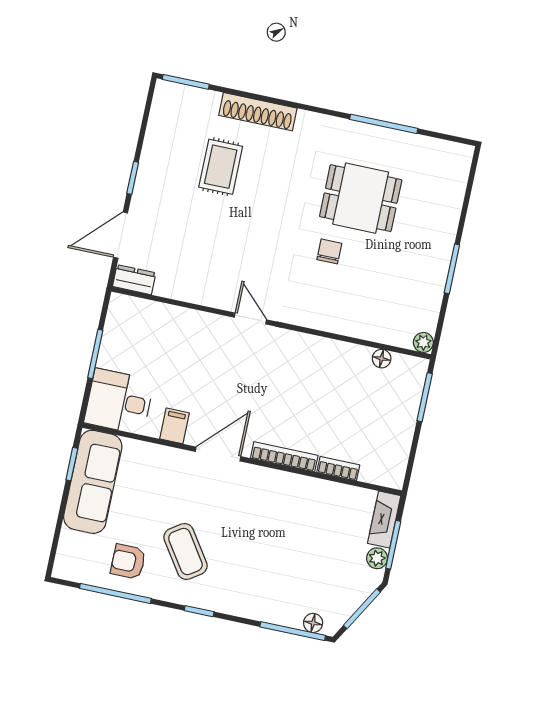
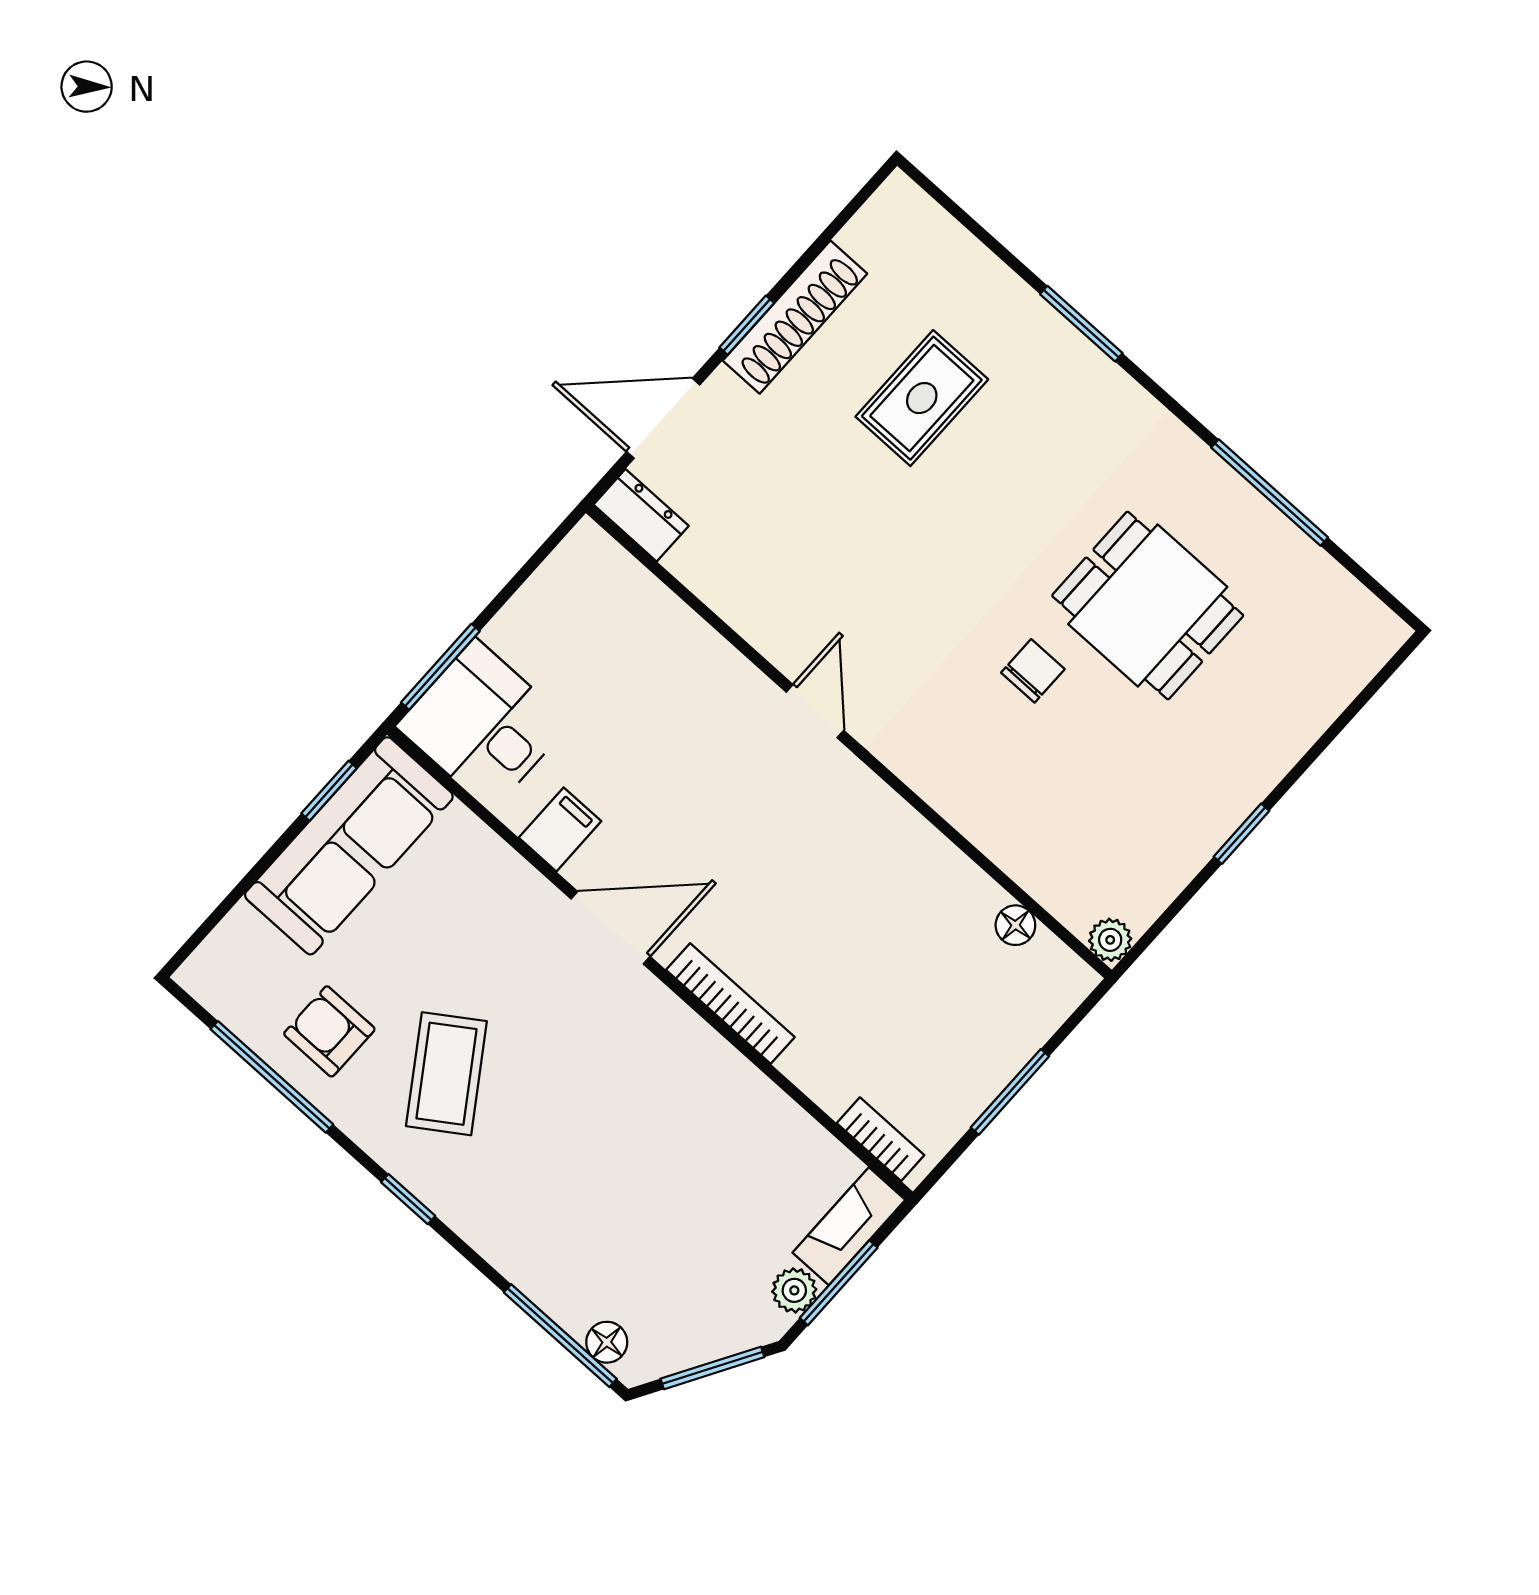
window: (186, 82) -> (1081, 324), moved
shoe rack: (258, 112) -> (795, 317), moved, turned -90
window: (452, 269) -> (1241, 834), width x0.67
window: (95, 354) -> (440, 667), moved
window: (425, 397) -> (1010, 1092), moved
bookcase: (338, 469) -> (881, 1139), moved

